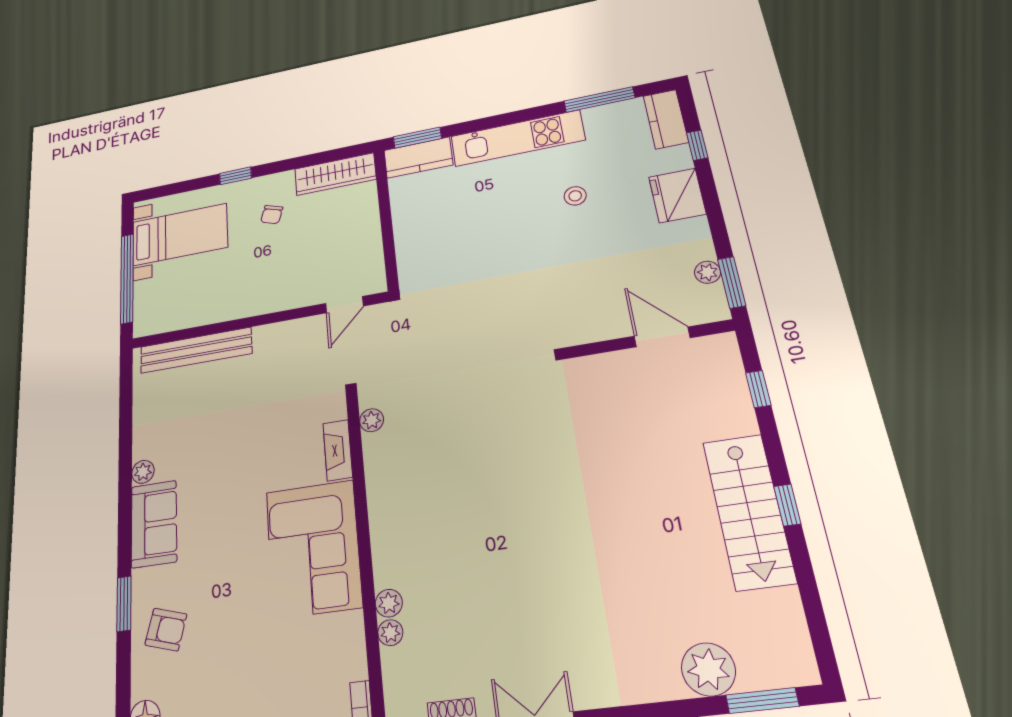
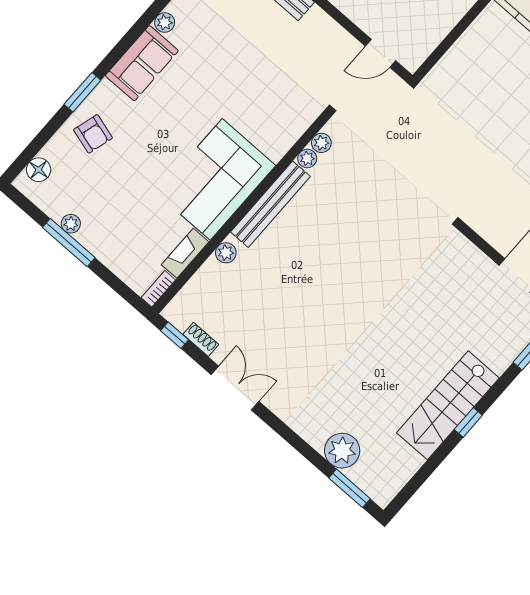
fireplace: (338, 450) -> (185, 253), moved
bench: (383, 517) -> (270, 204), added
plant: (390, 633) -> (307, 158), moved

